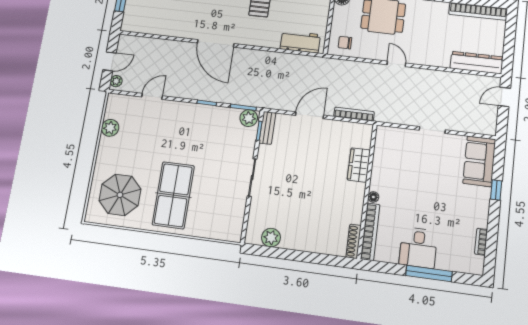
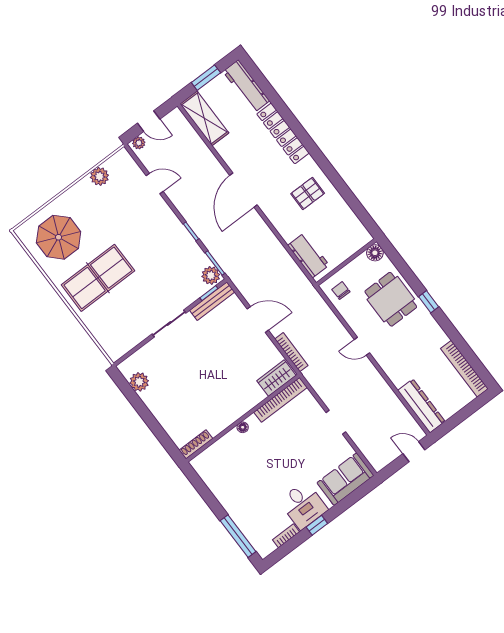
shelving: (145, 24) -> (204, 118), added
door: (396, 64) -> (362, 346), swing flipped
bench: (267, 128) -> (212, 301), width x1.36
wardrobe: (359, 165) -> (276, 378), moved
window: (496, 190) -> (317, 525), moved
bookcase: (370, 232) -> (281, 400), moved
desk: (418, 248) -> (303, 505), moved, turned -90
window: (429, 274) -> (238, 536), moved

